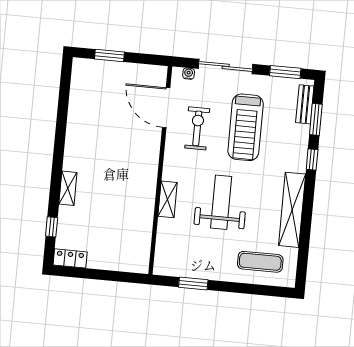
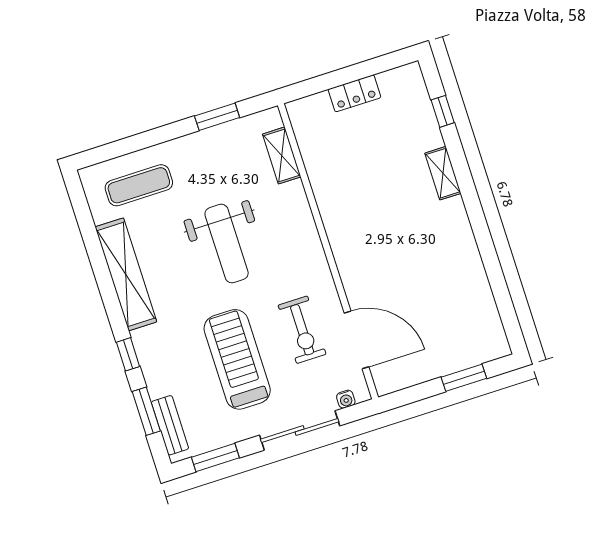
shelving: (168, 199) -> (282, 155), moved
locker: (70, 258) -> (355, 93), moved

